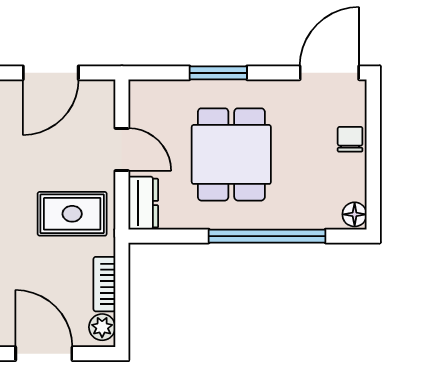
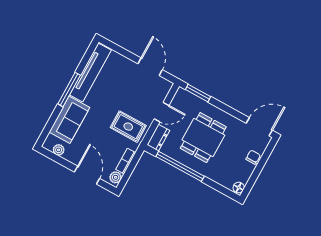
door: (51, 73) -> (150, 67), swing flipped
window: (218, 73) -> (198, 93), moved
door: (122, 150) -> (162, 112), hinge flipped
window: (267, 236) -> (180, 166), moved

